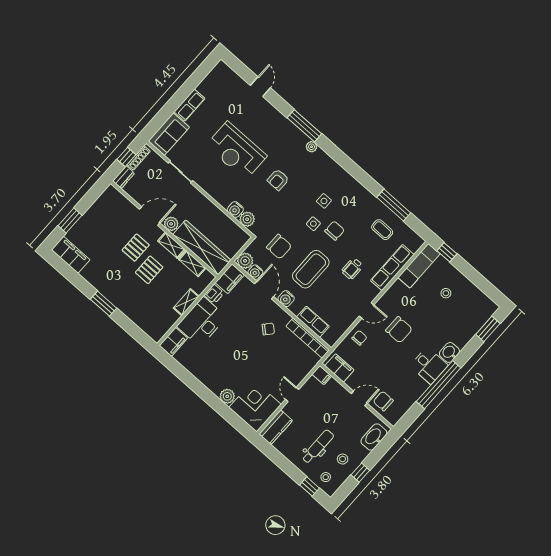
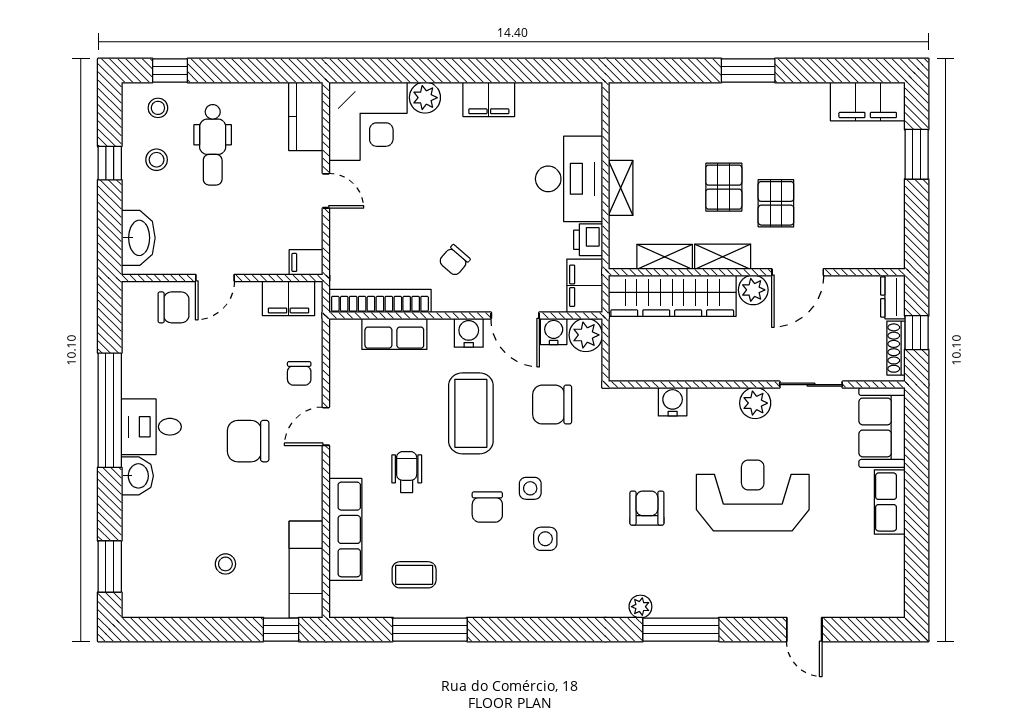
plant: (247, 219) -> (755, 403), moved
filing cabinet: (173, 342) -> (489, 99), moved, turned -90

